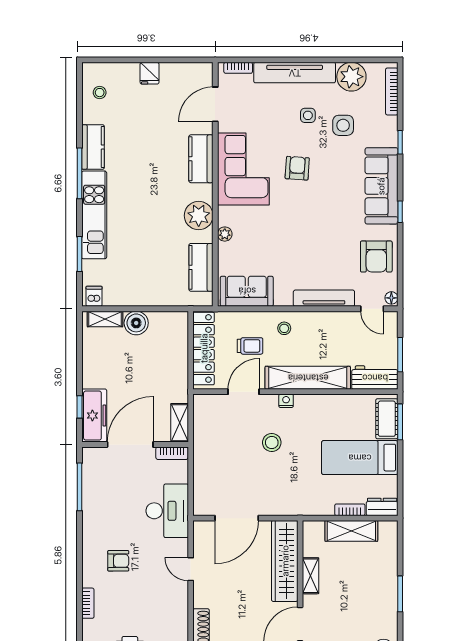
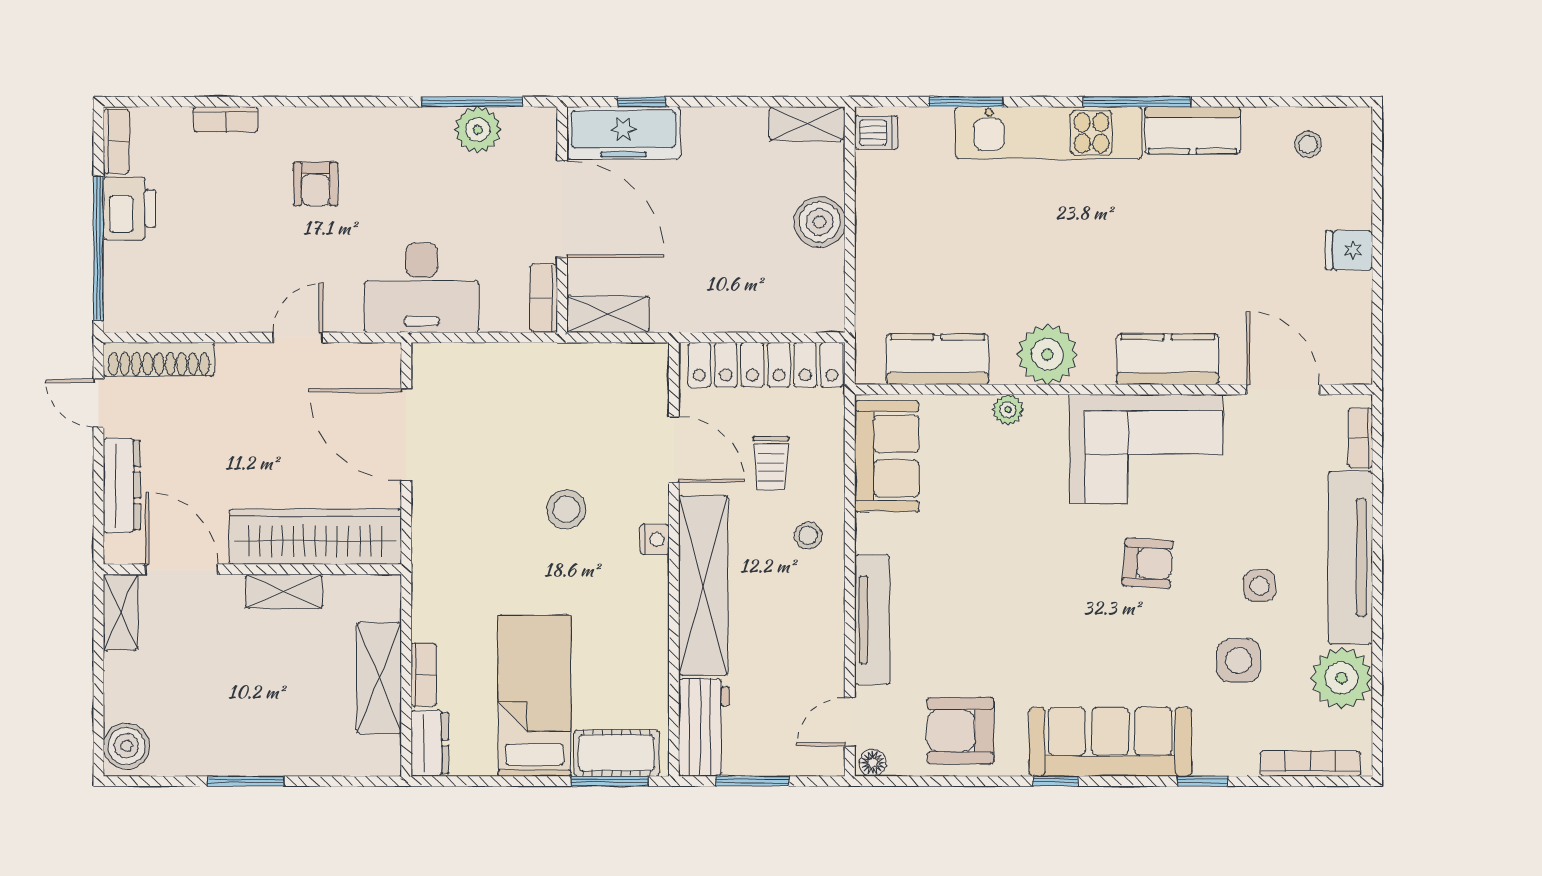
shelving: (105, 319) -> (807, 123), moved, turned 90
plant: (93, 484) -> (478, 130), added

